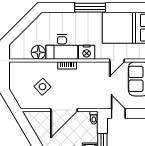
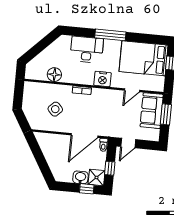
desk: (62, 47) -> (87, 50), moved, turned 180
door: (64, 110) -> (84, 135), moved
door: (118, 113) -> (128, 143), swing flipped

